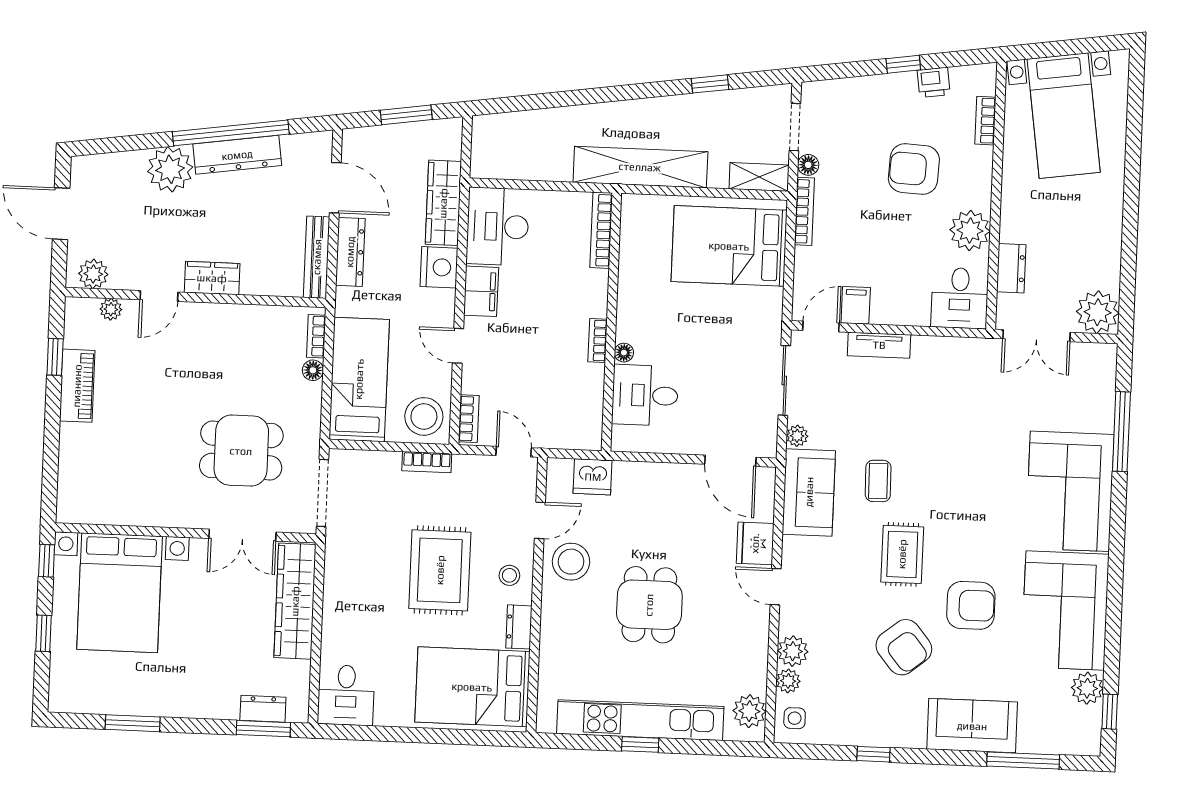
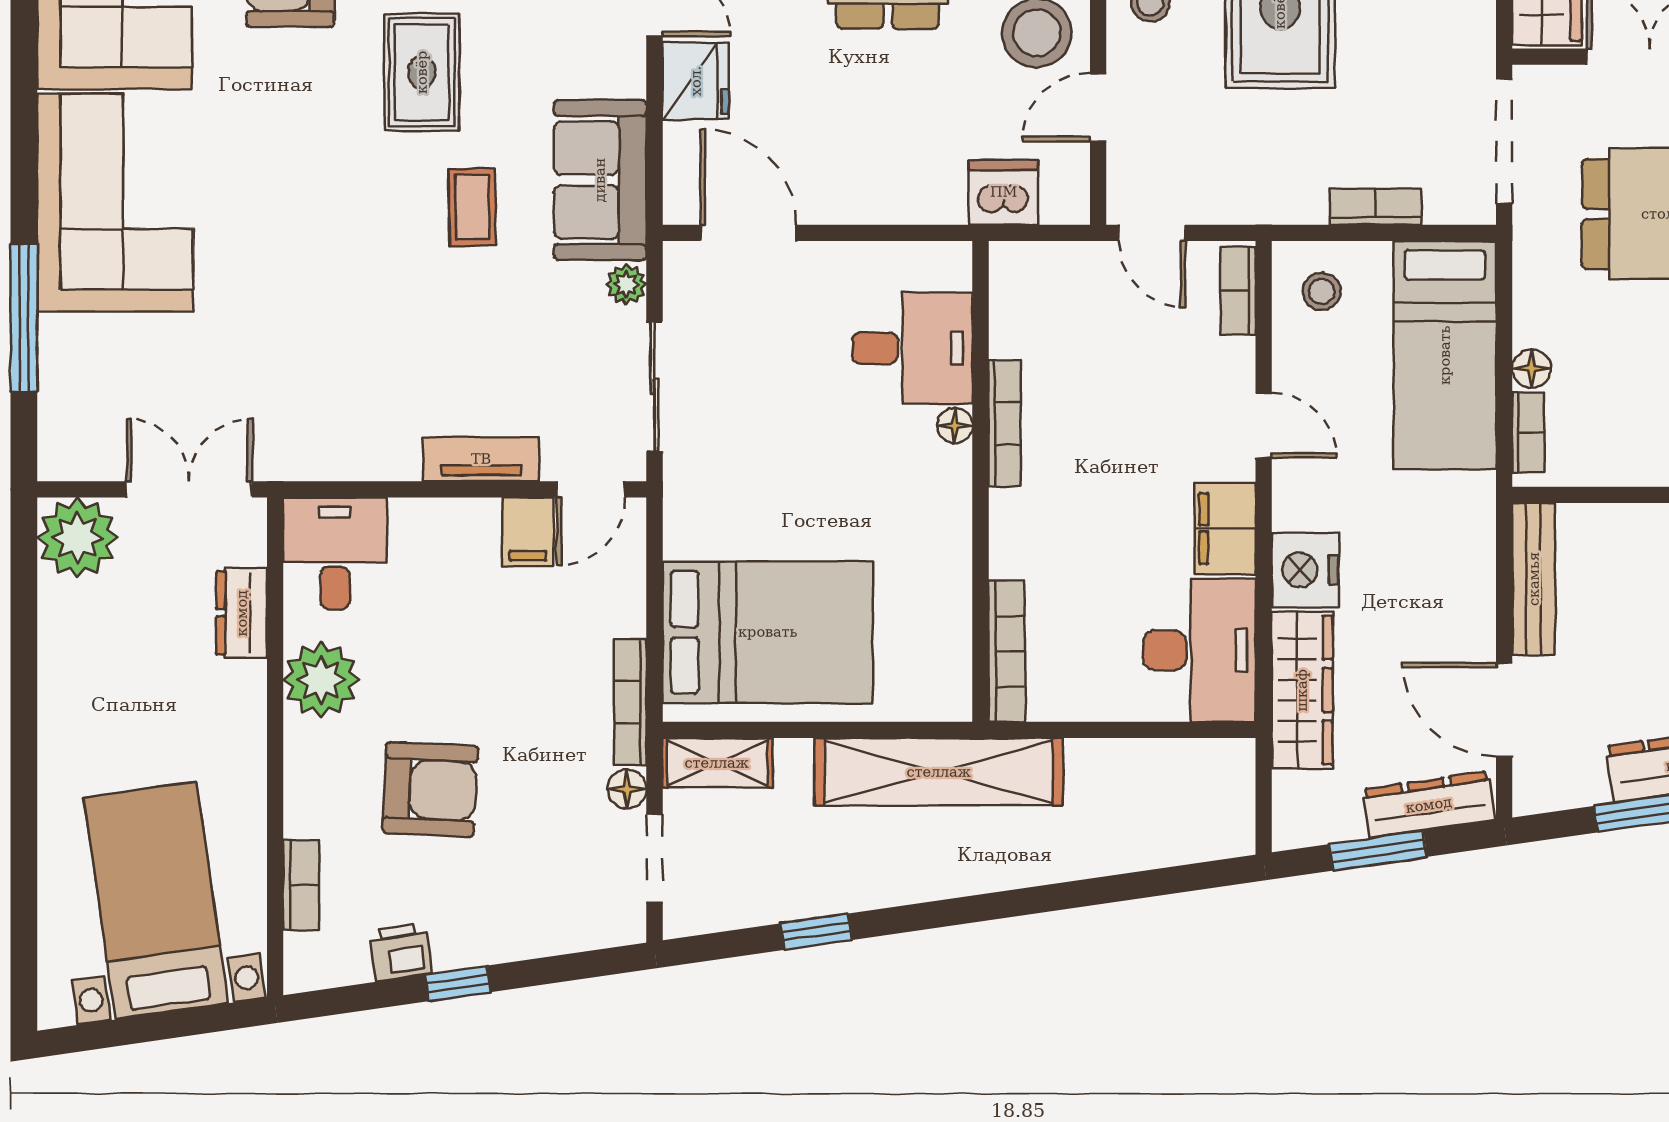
dresser: (350, 252) -> (1429, 805), moved, turned 82
bookcase: (598, 341) -> (1005, 423), width x1.56
stool: (424, 416) -> (1322, 291), width x0.53, depth x0.53
bookcase: (427, 462) -> (1376, 207), moved

